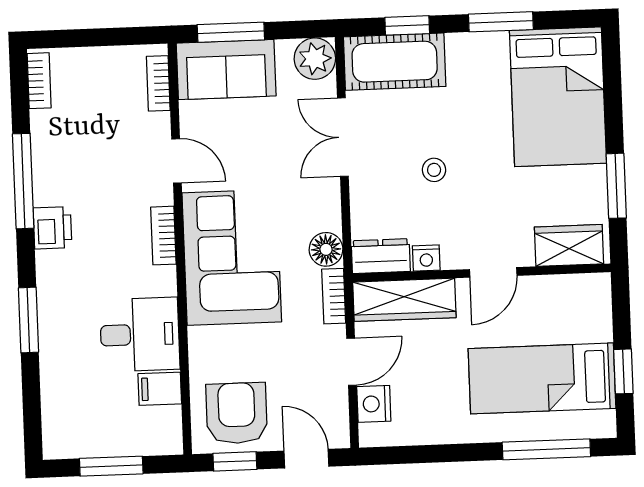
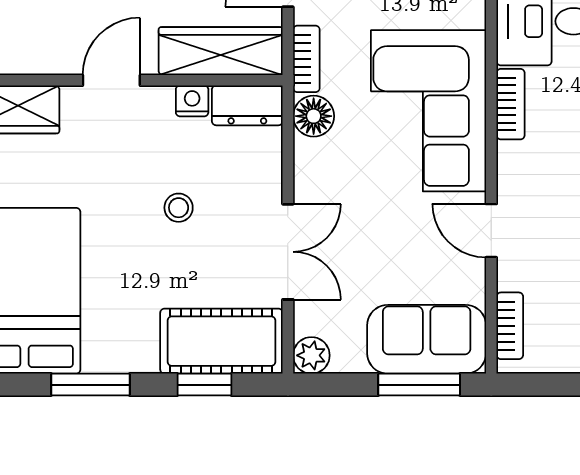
plant: (315, 59) -> (311, 355), width x0.73, depth x0.73
bookcase: (163, 236) -> (511, 104), moved

